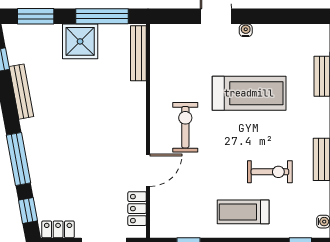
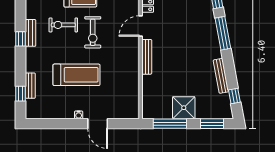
bench: (138, 53) -> (147, 57), moved
treadmill: (249, 93) -> (76, 75), turned 180
exercise bike: (185, 127) -> (93, 32), moved

